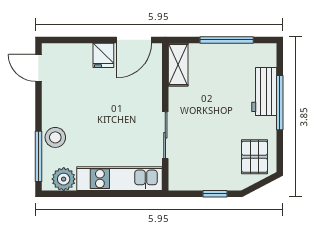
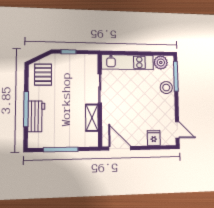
door: (134, 40) -> (120, 148), hinge flipped
fridge: (103, 55) -> (154, 138), moved
shelving: (178, 65) -> (92, 118), moved

